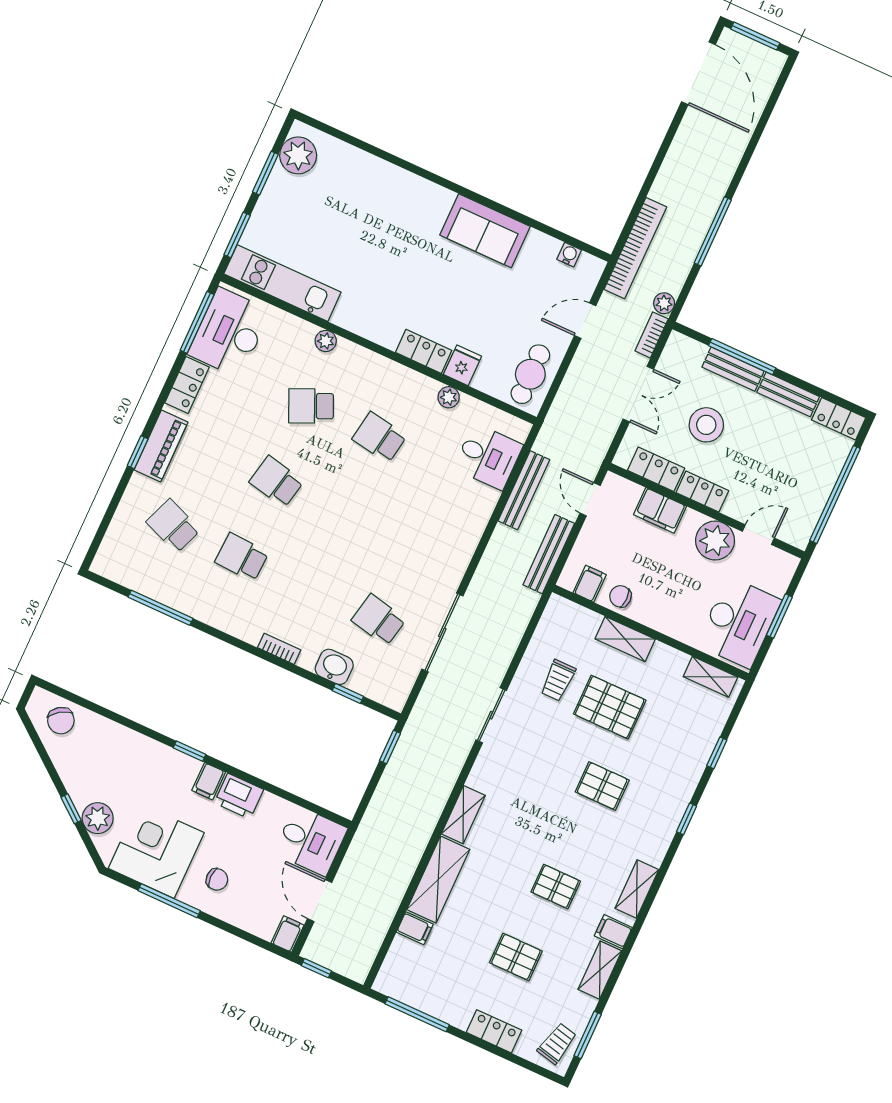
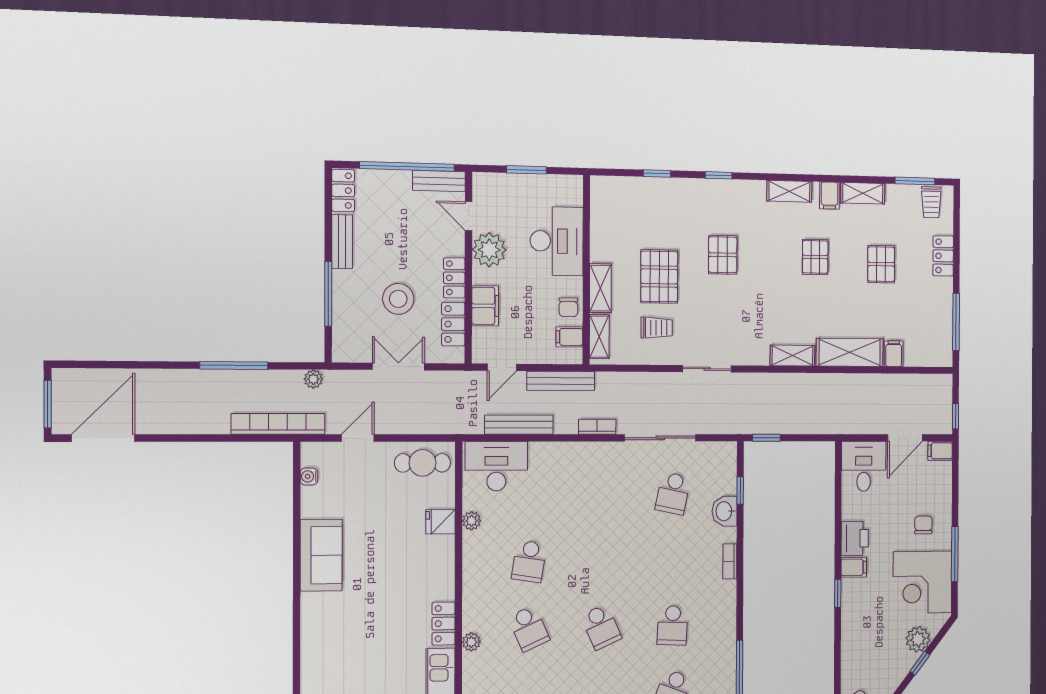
door: (585, 321) -> (358, 438), swing flipped
bookcase: (652, 335) -> (597, 427), moved, turned 180
locker: (424, 351) -> (443, 624), moved
bench: (733, 369) -> (439, 181), moved, turned 90
desk: (488, 457) -> (496, 466), width x1.37
school desk: (276, 482) -> (601, 627), turned -36
desk: (739, 622) -> (557, 241), moved, turned 90
shelving: (710, 677) -> (599, 337), moved
trolley: (557, 1043) -> (931, 202), turned -103

